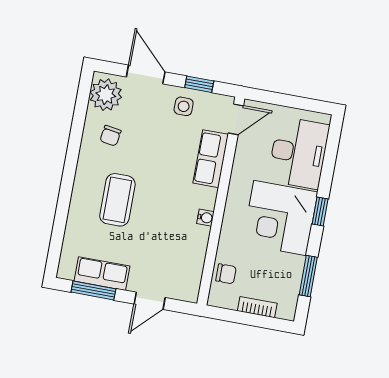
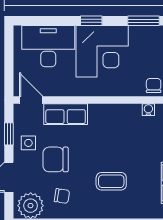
chair: (157, 136) -> (56, 159), added
coffee table: (117, 200) -> (111, 181), width x0.73, depth x0.77
water cooler: (206, 218) -> (148, 110), moved

